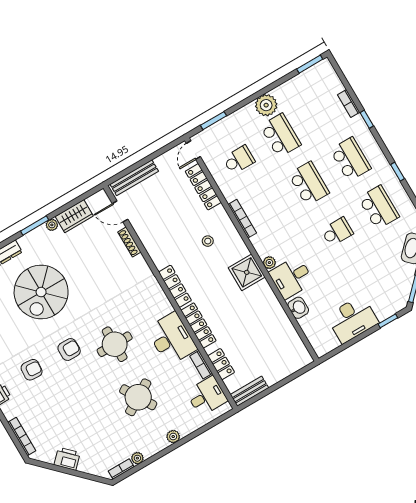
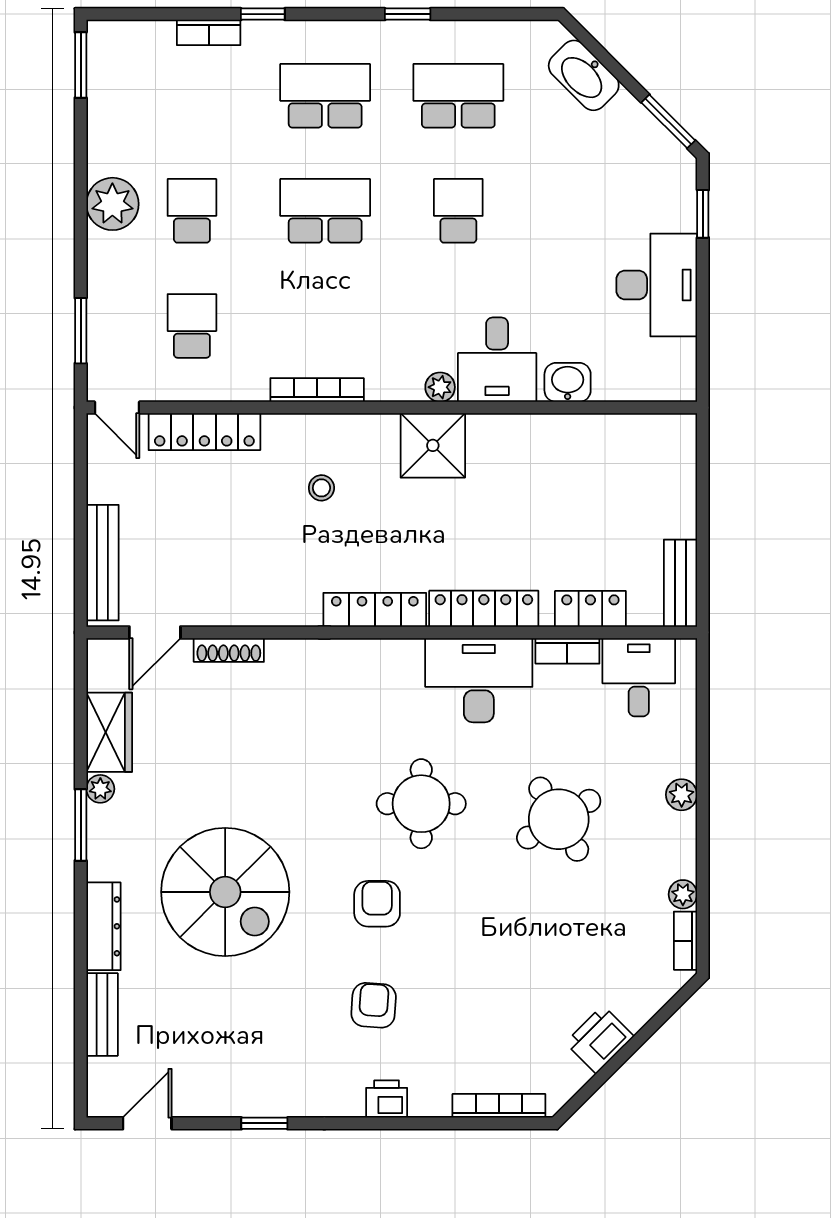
school desk: (281, 135) -> (192, 211), width x0.54

